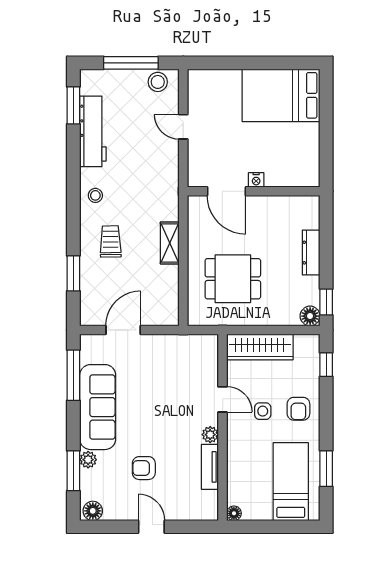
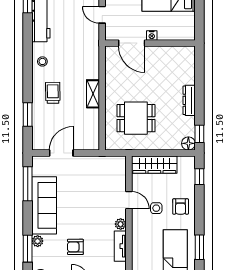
nightstand: (256, 180) -> (152, 35), moved
door: (226, 191) -> (132, 43), moved
wall: (254, 191) -> (150, 43), moved

